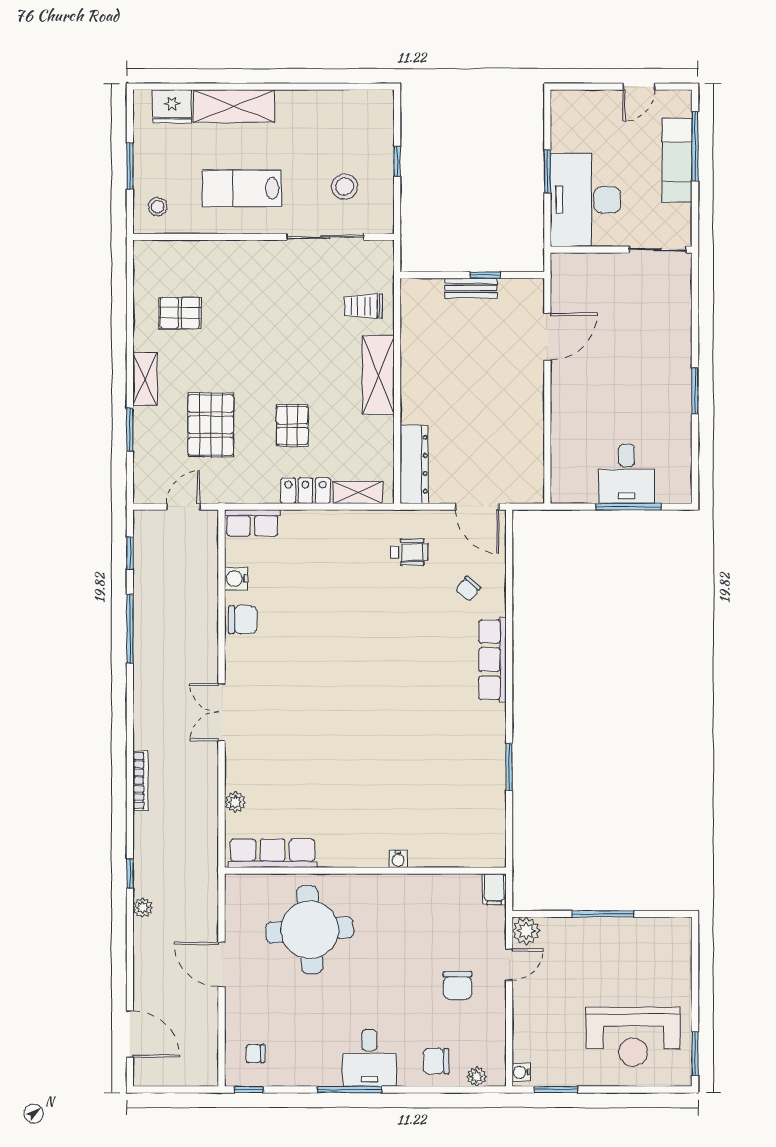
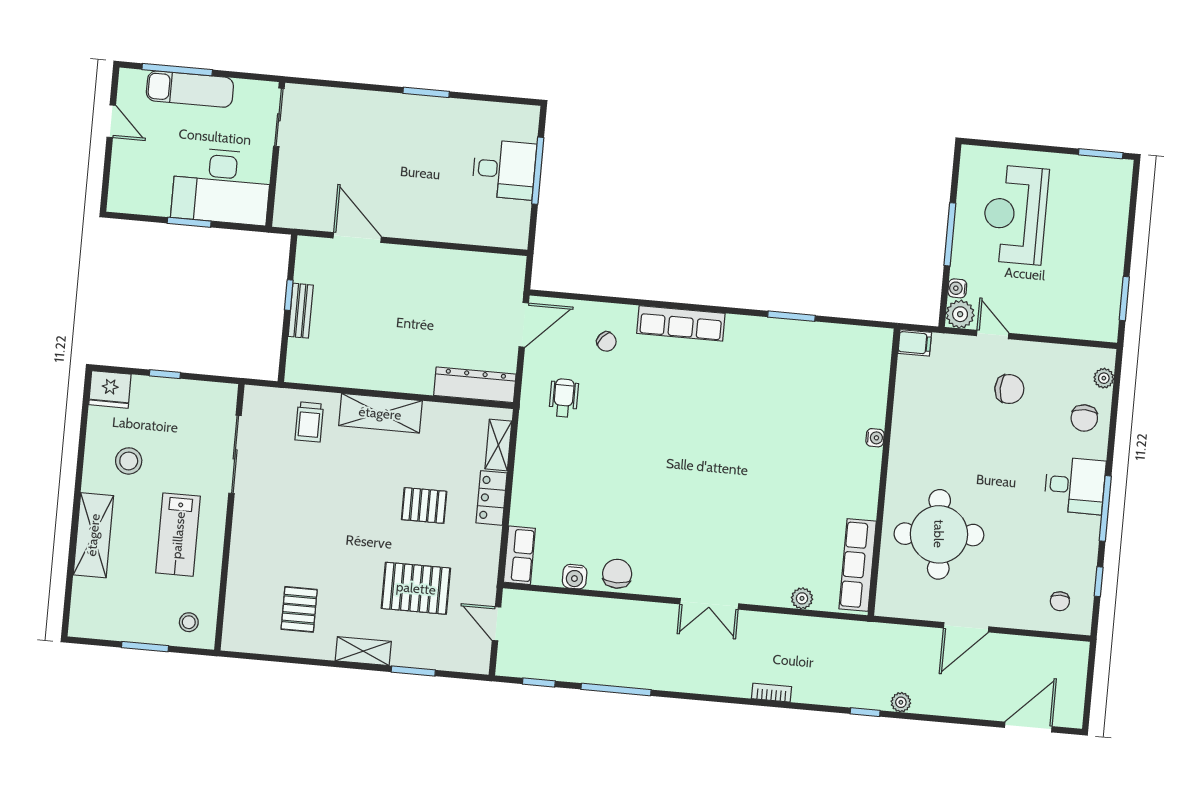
fridge: (172, 106) -> (110, 389), moved, turned 90
stool: (345, 187) -> (129, 461), moved
bookcase: (141, 781) -> (772, 693), width x0.64
reception desk: (633, 1037) -> (1015, 215), moved, turned 180
water cooler: (521, 1072) -> (957, 288), moved, turned 90
window: (249, 1090) -> (1099, 582), moved

